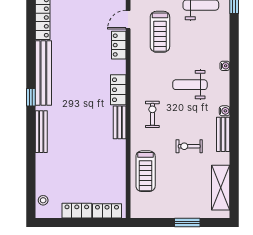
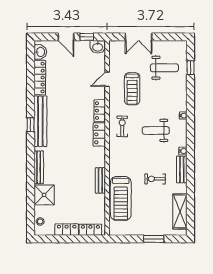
locker: (119, 45) -> (100, 111), moved
window: (31, 97) -> (31, 125), moved
exercise bike: (152, 114) -> (122, 126), moved
bench: (120, 122) -> (100, 180), moved
shower: (48, 167) -> (44, 195), added
treadmill: (146, 171) -> (121, 199), width x1.37, depth x1.38

